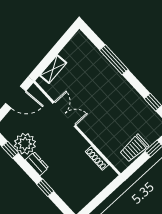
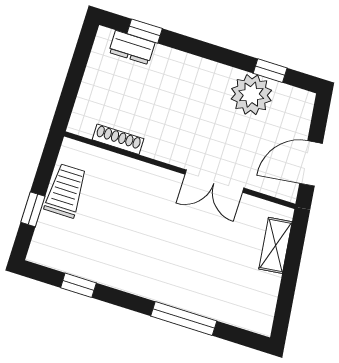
dresser: (37, 164) -> (132, 47), moved
window: (45, 188) -> (145, 31), moved

